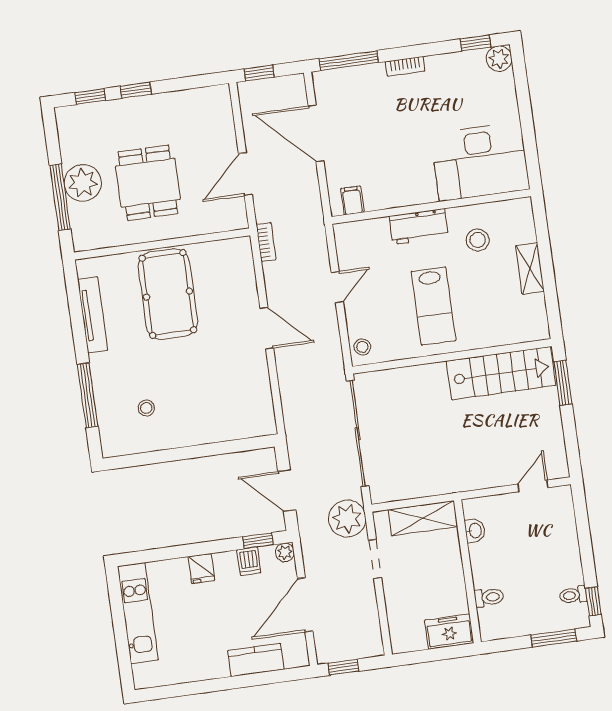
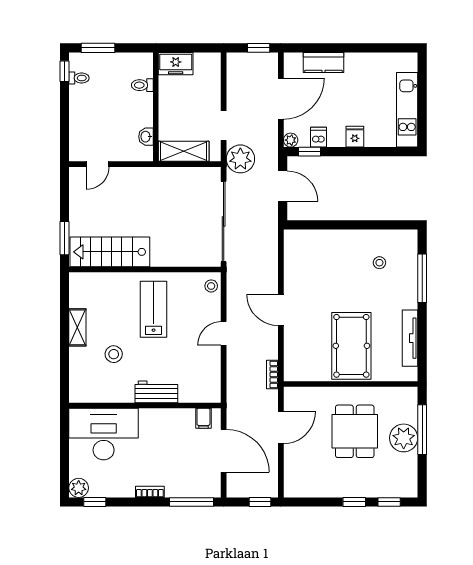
desk: (480, 162) -> (104, 434), moved
filing cabinet: (352, 200) -> (203, 418), moved
wall: (431, 207) -> (145, 405), moved
workbench: (419, 227) -> (156, 392), moved

